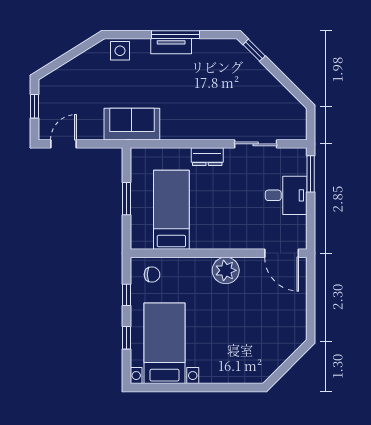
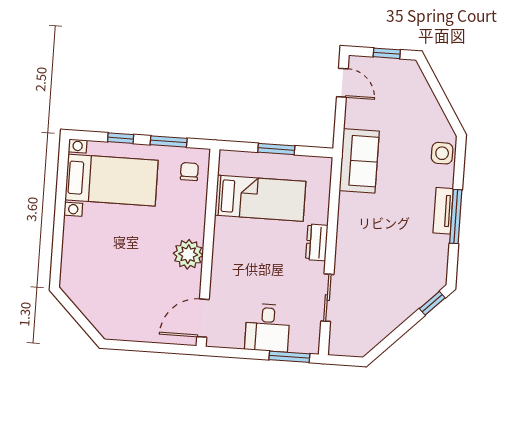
chair: (152, 275) -> (189, 172), turned 180
window: (127, 295) -> (169, 141), width x1.50

